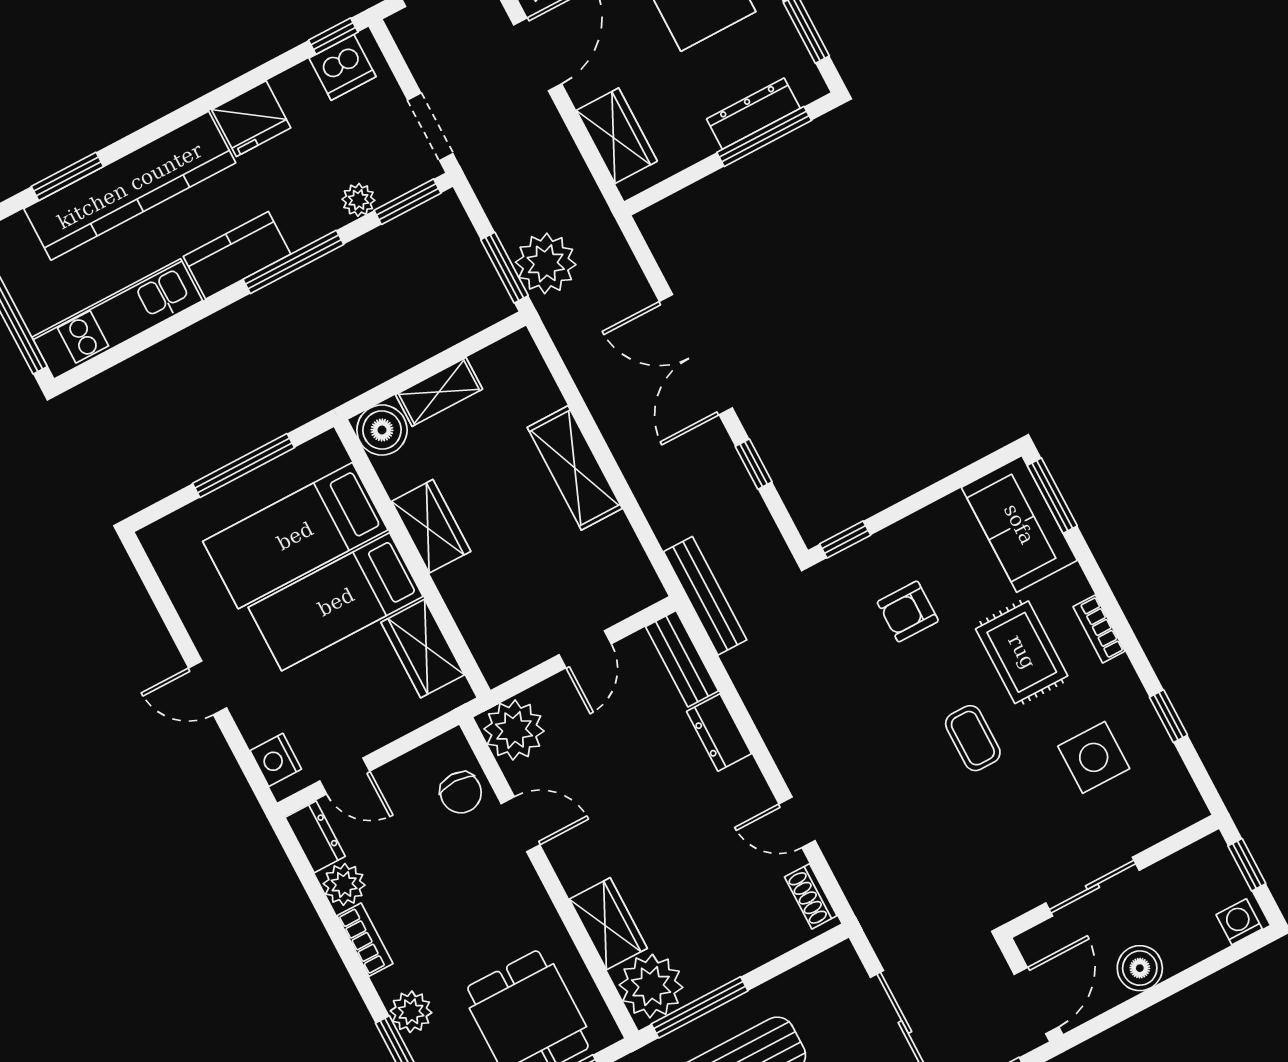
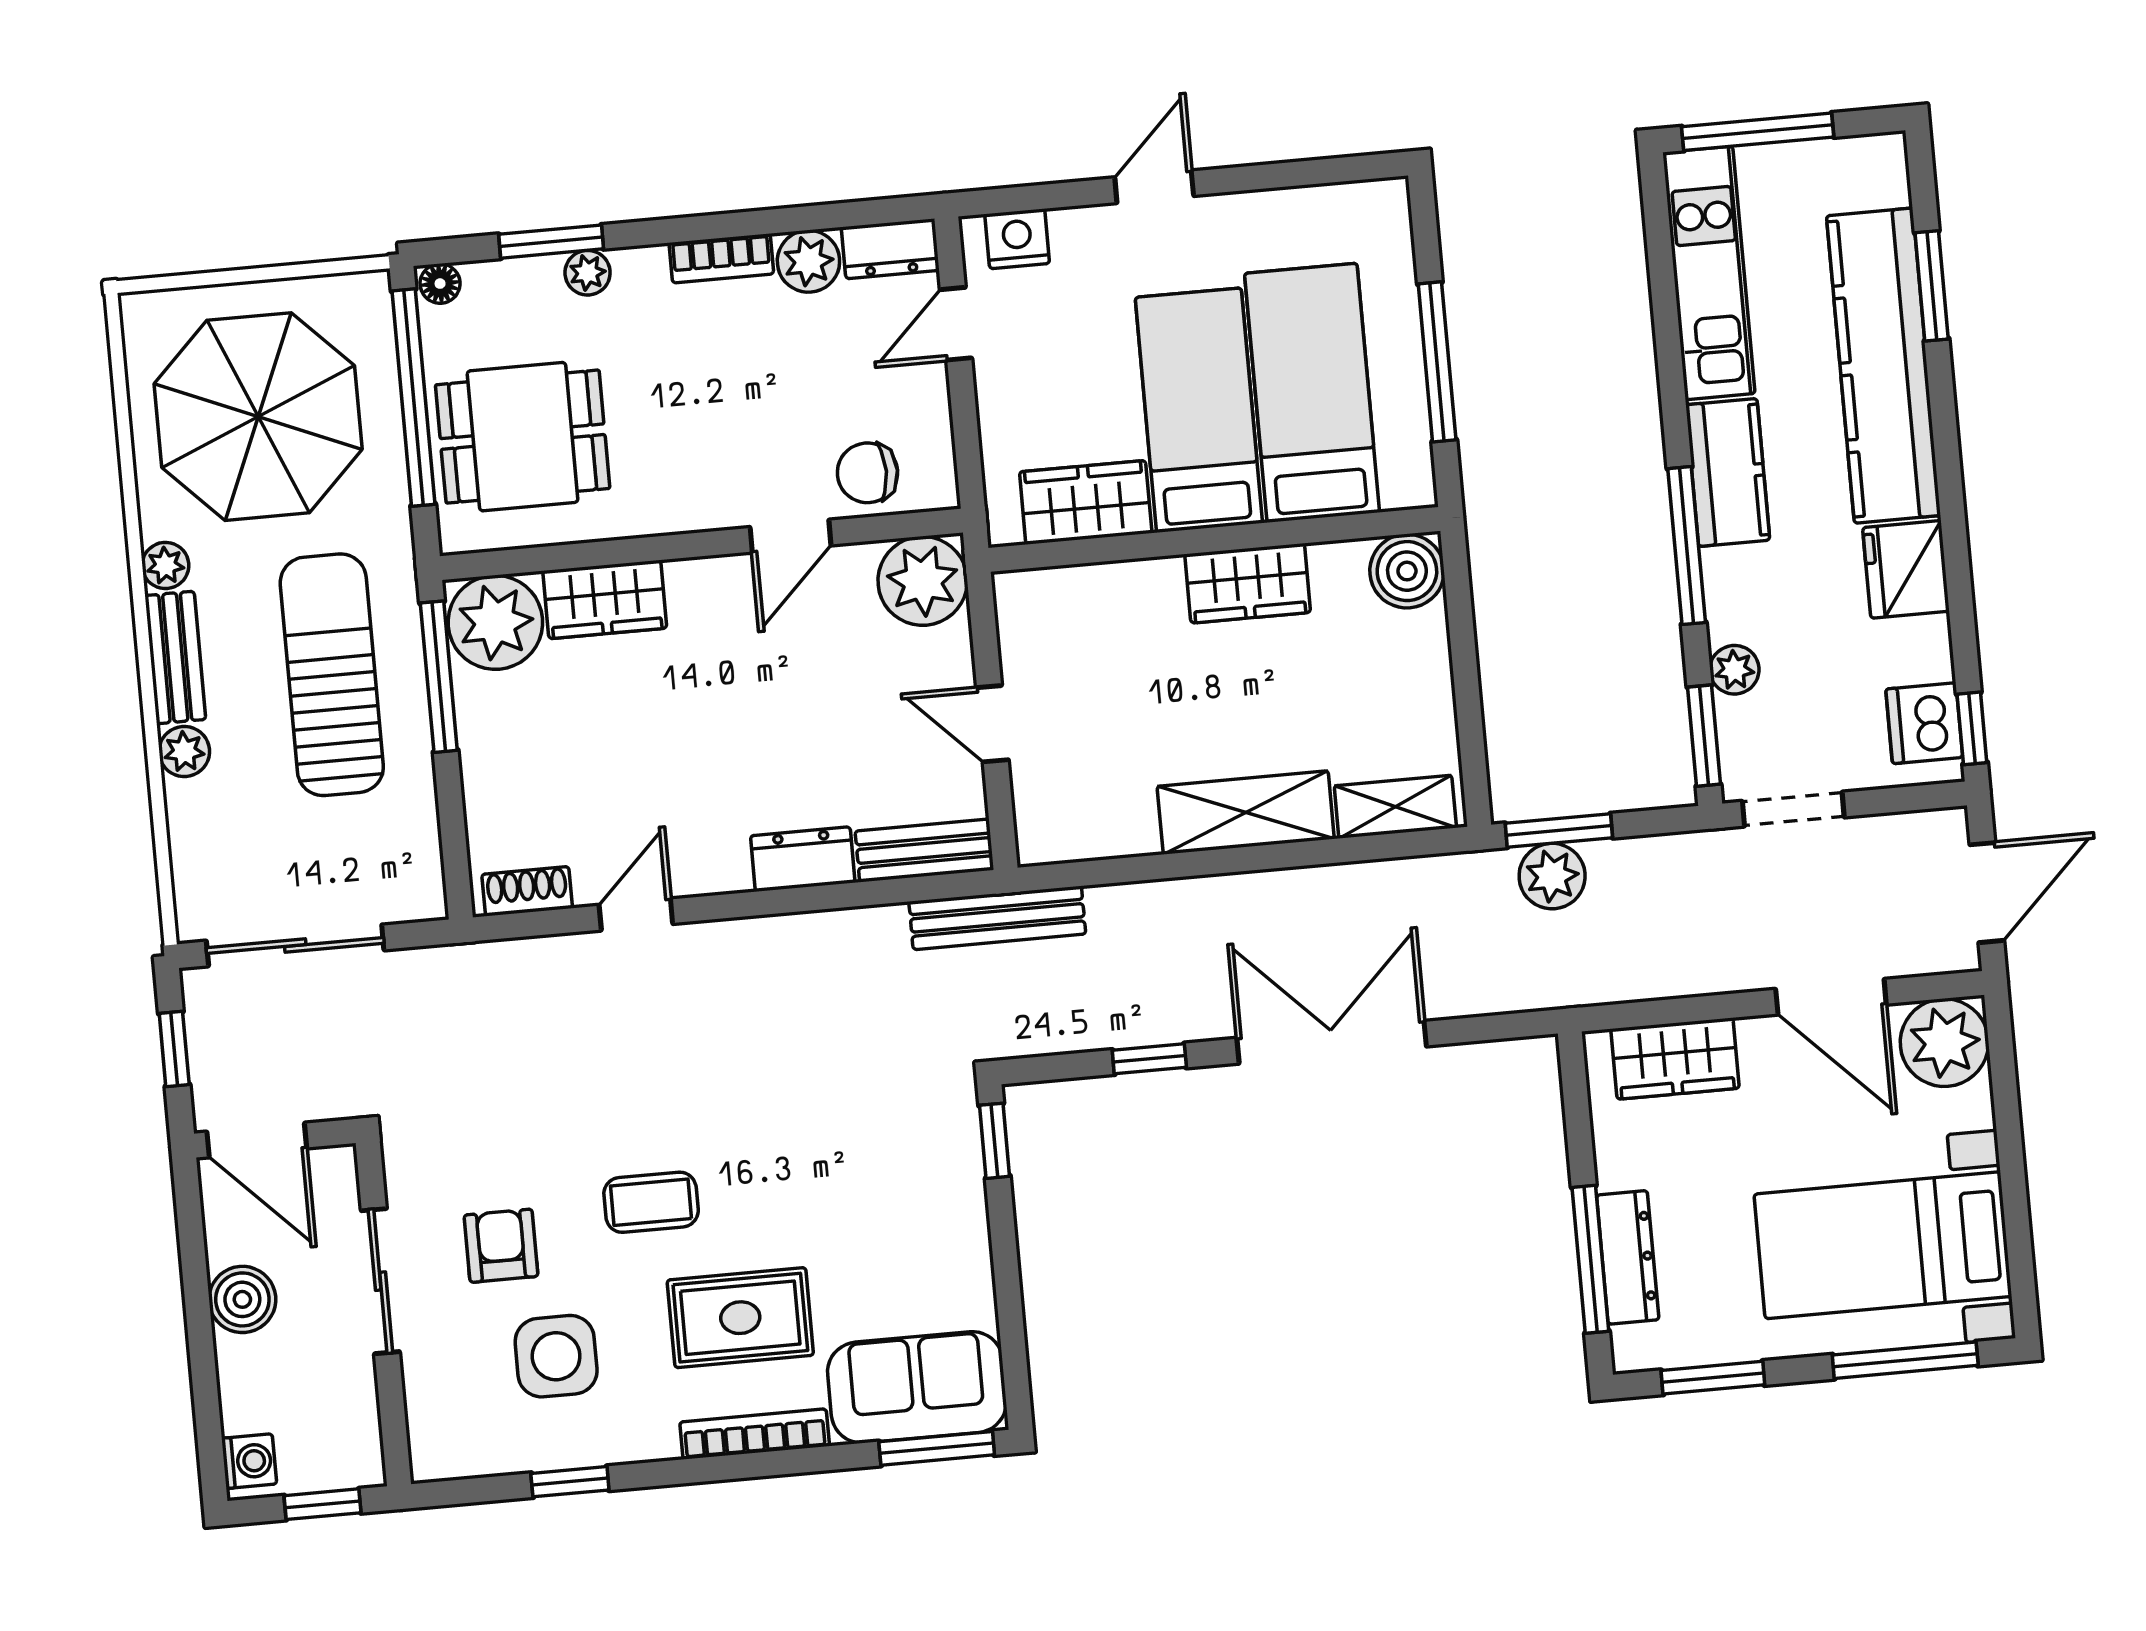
plant: (546, 263) -> (1552, 876), width x0.73, depth x0.73
shelving: (439, 392) -> (1395, 807), moved, turned 90
armchair: (908, 611) -> (501, 1246), moved
bookcase: (1099, 629) -> (755, 1434), width x1.56
plant: (411, 1012) -> (588, 273), width x0.73, depth x0.73

